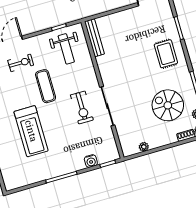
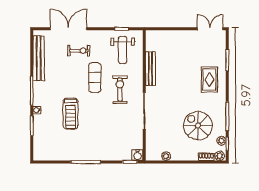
bench: (94, 38) -> (150, 69), moved
exercise bike: (82, 107) -> (120, 90), moved, turned 180
treadmill: (31, 131) -> (71, 114), width x0.73, depth x0.73
water cooler: (91, 161) -> (138, 155), moved

